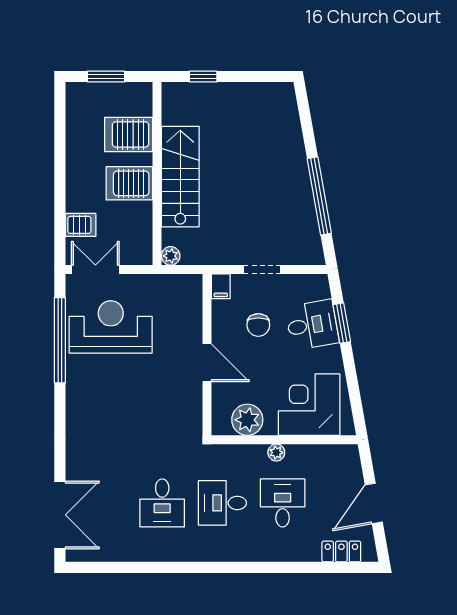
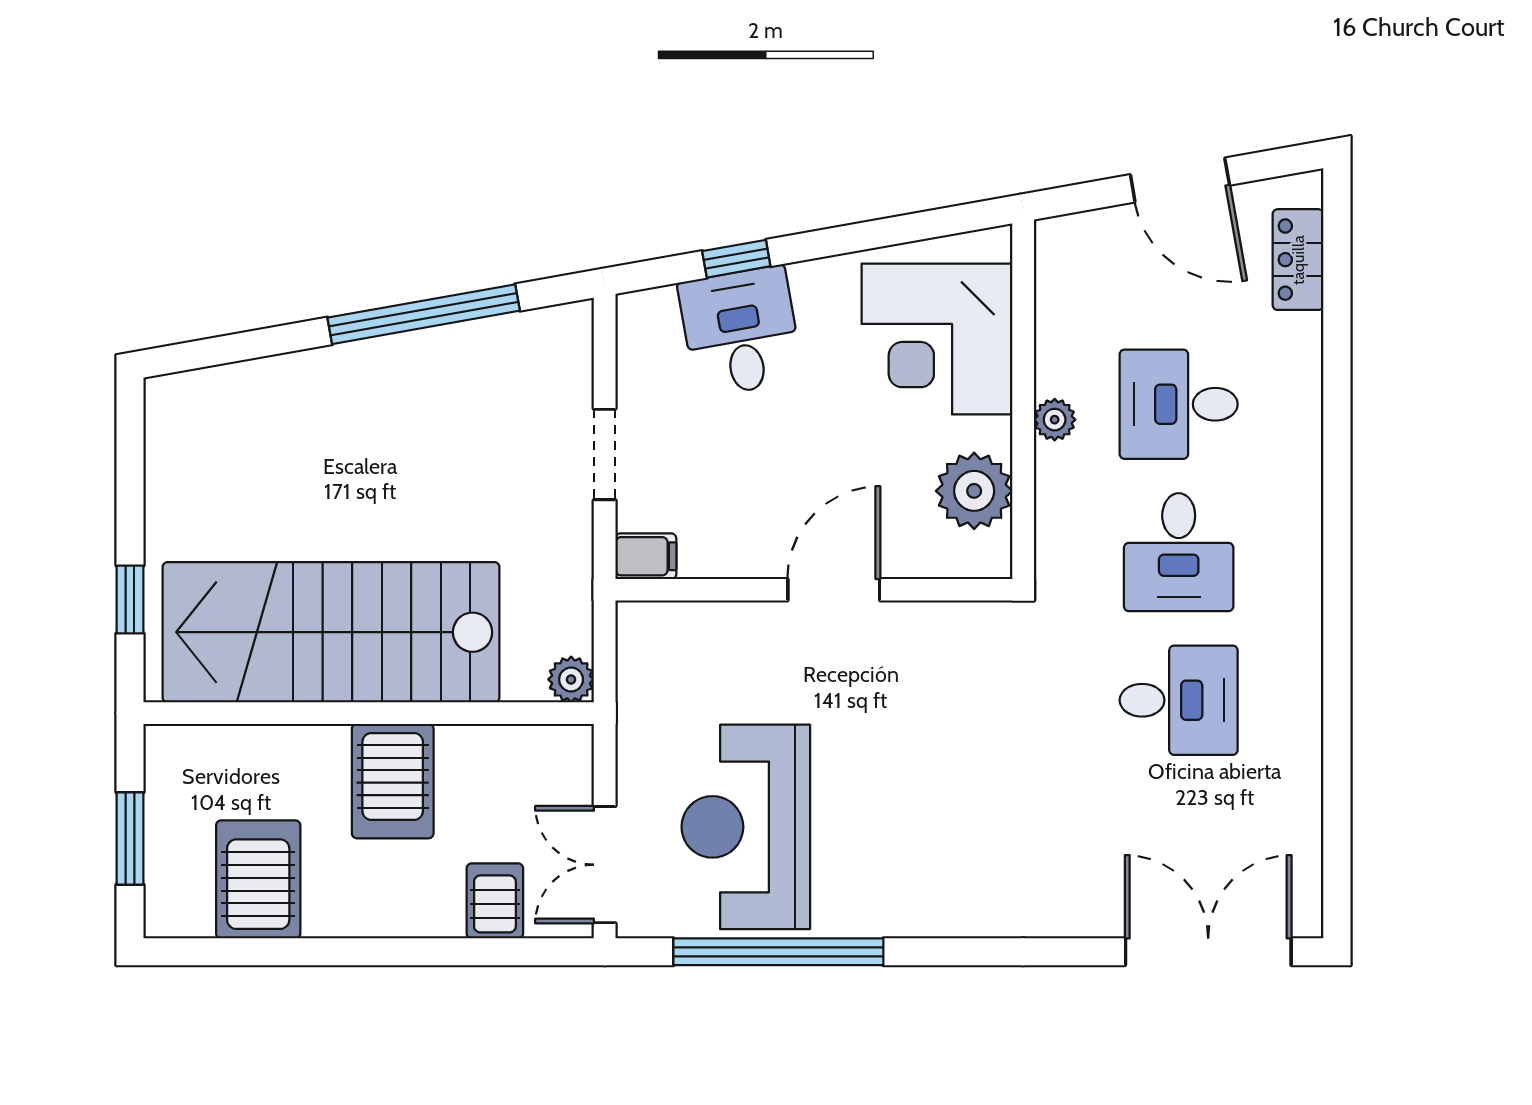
server rack: (129, 134) -> (258, 879), moved, turned 180
stairs: (180, 177) -> (331, 632), width x1.36, depth x1.51
window: (342, 323) -> (736, 259), width x0.67
chair: (258, 325) -> (741, 464), removed

